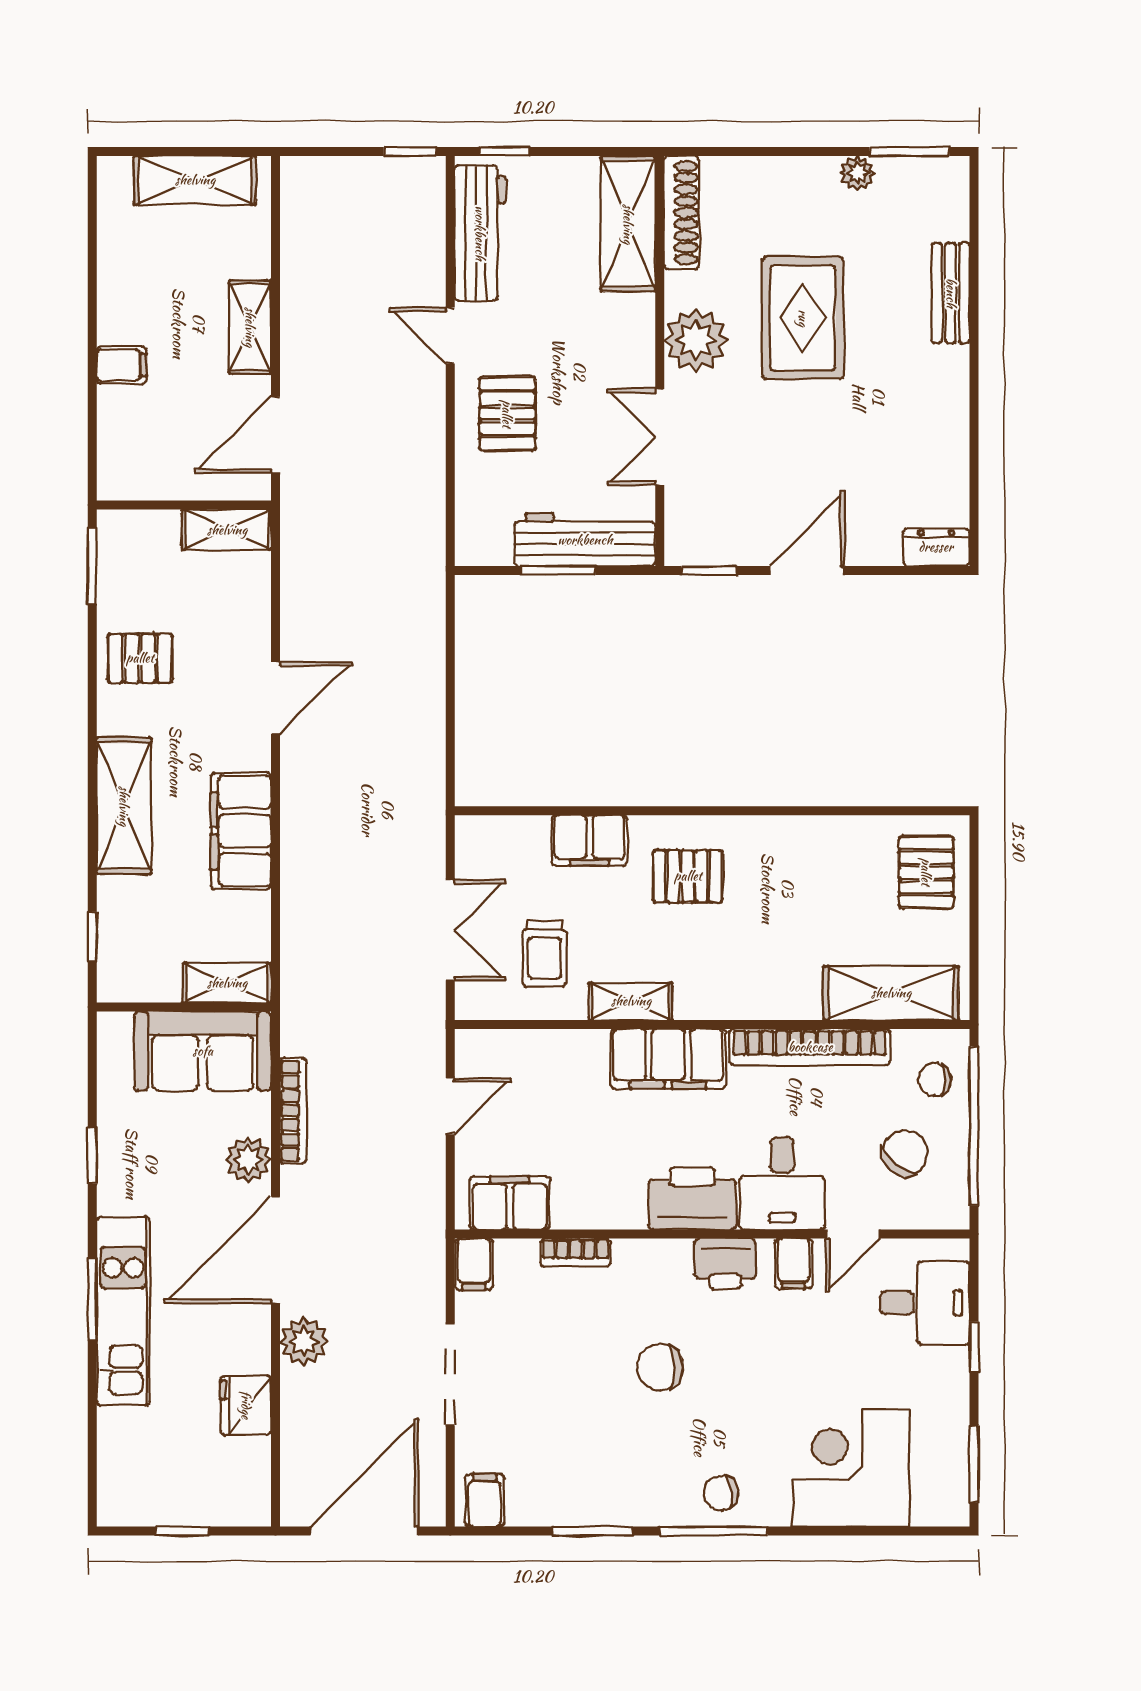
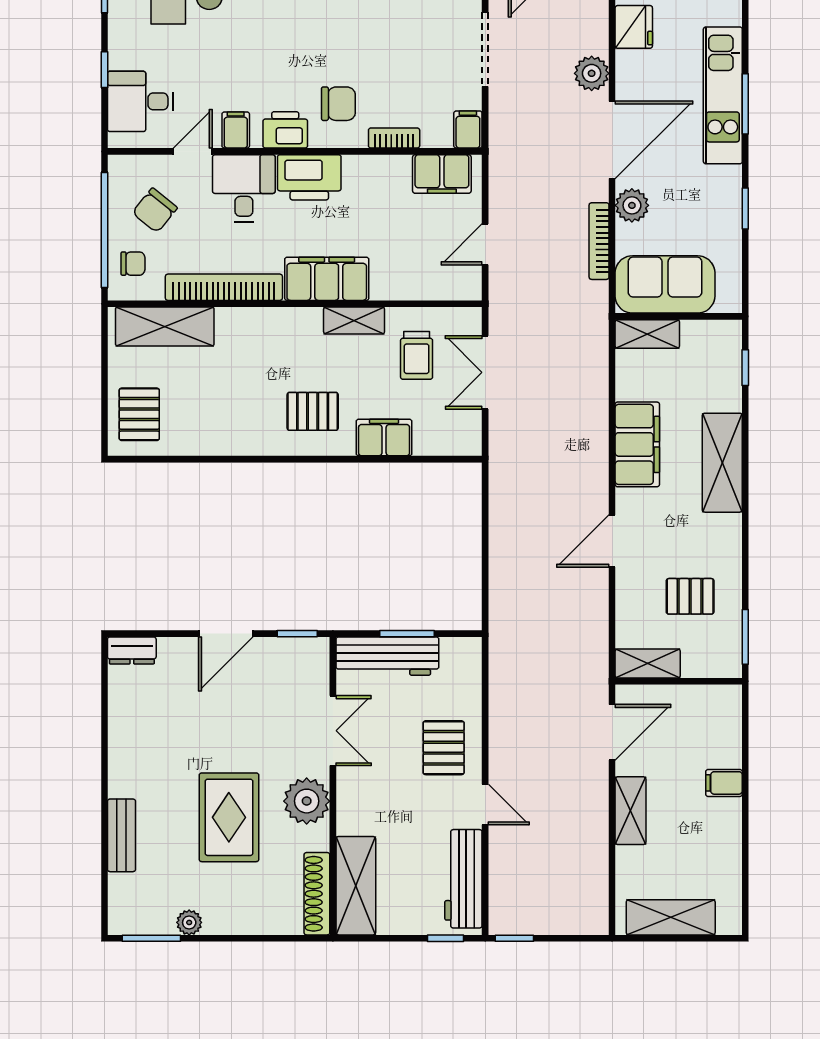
pallet: (140, 658) -> (690, 596), moved
trolley: (545, 953) -> (417, 355), turned 180
chair: (660, 1367) -> (338, 104), moved

